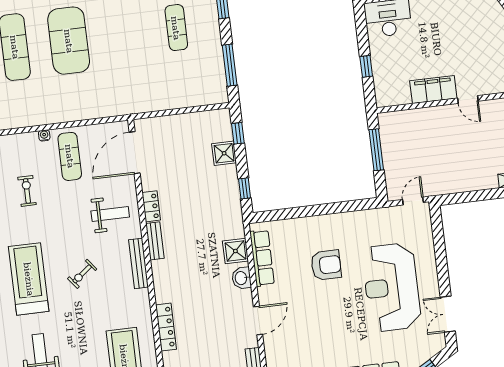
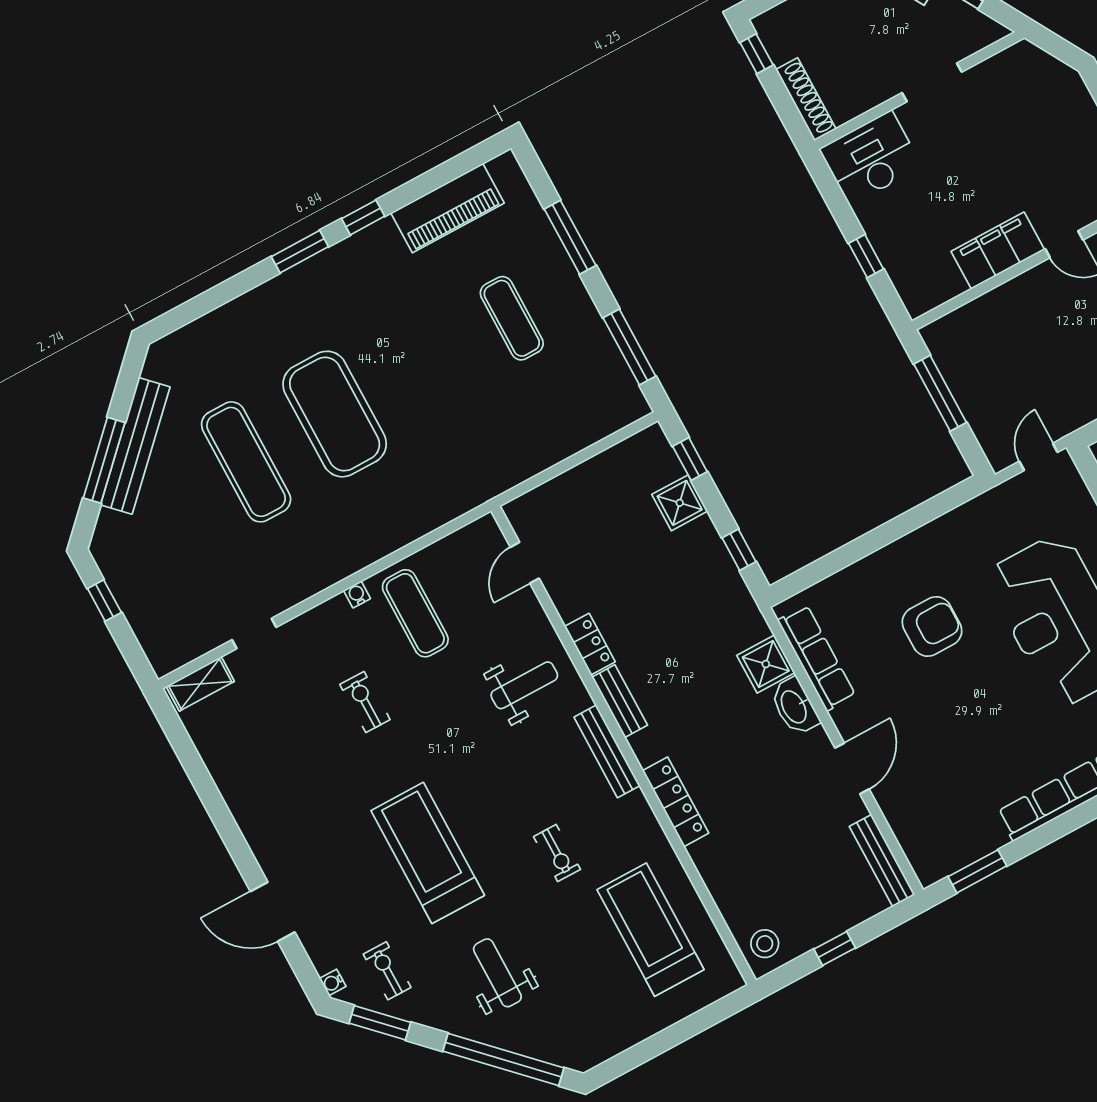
door: (135, 153) -> (525, 563), width x0.53
exercise bike: (82, 274) -> (557, 853), moved, turned -52
washbasin: (241, 278) -> (795, 706), width x1.38
locker: (166, 327) -> (676, 802), moved

